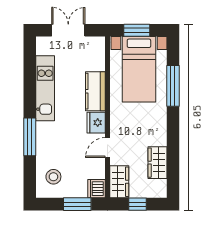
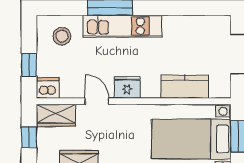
kitchen unit: (45, 88) -> (122, 26), moved
kitchen counter: (95, 91) -> (185, 87), moved
window: (77, 204) -> (29, 65), width x0.67

